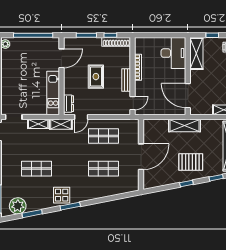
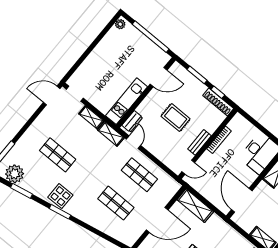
rug: (96, 77) -> (176, 118), turned 90
door: (81, 117) -> (134, 142), swing flipped
shelving: (184, 126) -> (195, 206), moved

